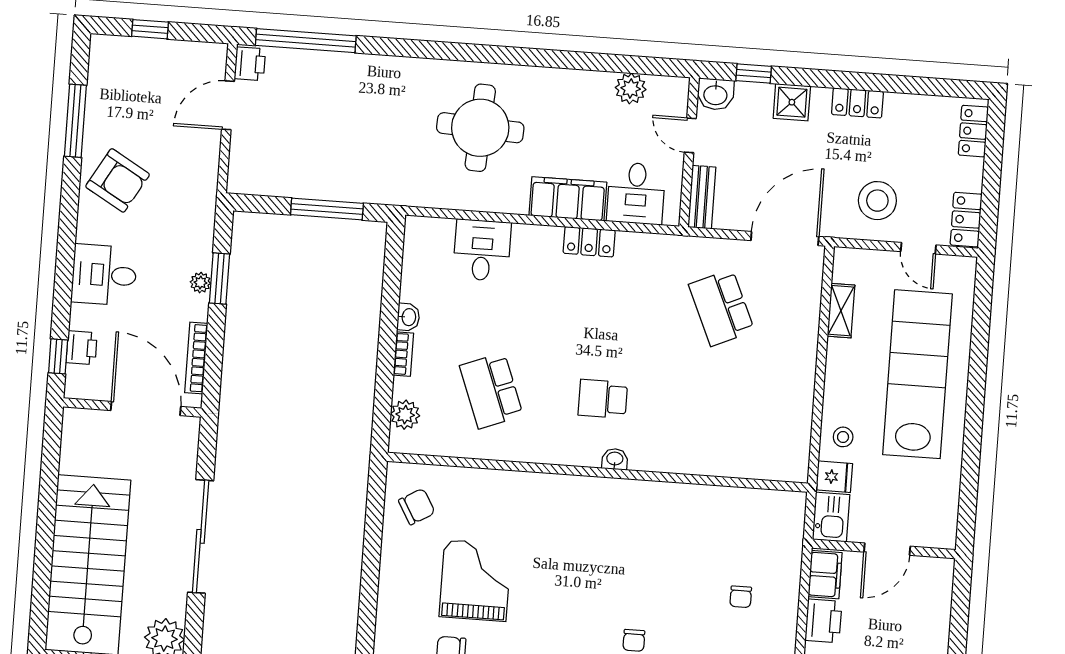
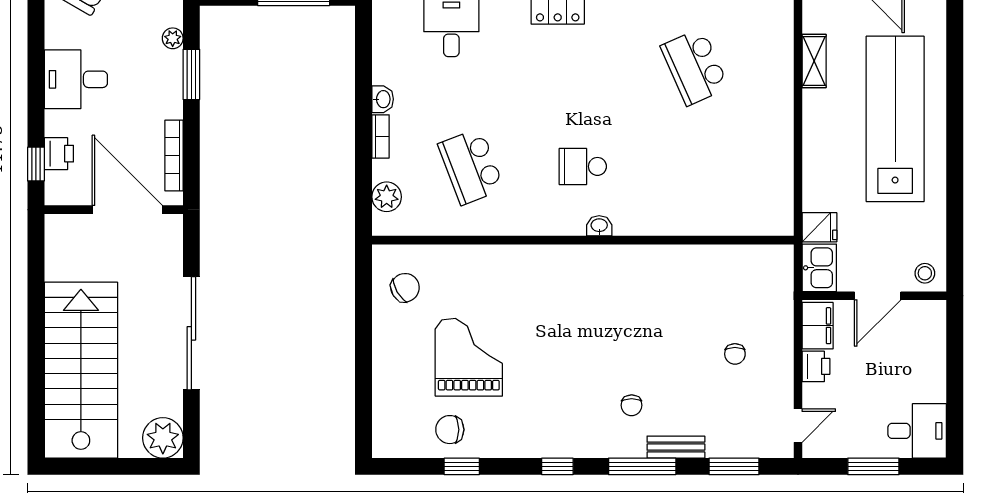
plant: (200, 283) -> (173, 38), moved
stool: (843, 437) -> (925, 273), moved
printer: (823, 621) -> (816, 366), width x0.73, depth x0.81

